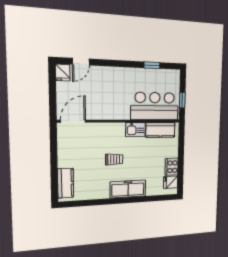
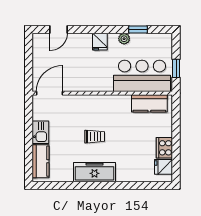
fridge: (63, 73) -> (100, 42), moved
plant: (140, 73) -> (124, 39), added
kitchen sink: (135, 130) -> (40, 132), moved, turned -90
freezer: (128, 189) -> (94, 172), moved

